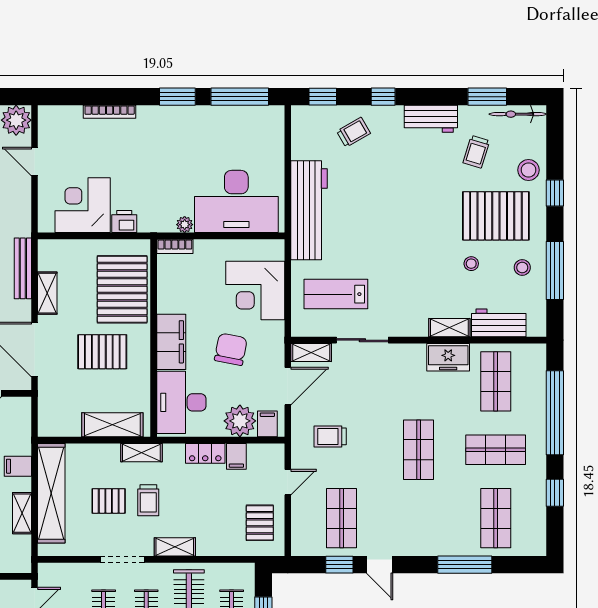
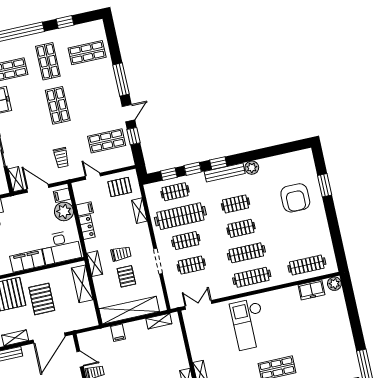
chair: (231, 349) -> (24, 226), removed
shop shelf: (419, 450) -> (58, 105), turned 90
shelving: (22, 513) -> (159, 321), moved
shelving: (175, 547) -> (139, 211), moved
window: (465, 565) -> (121, 80), moved

